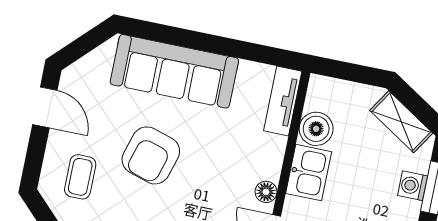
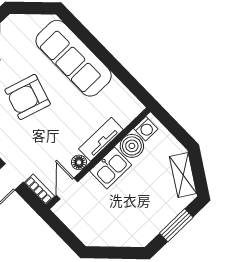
tv unit: (283, 101) -> (101, 139), moved
washing machine: (413, 186) -> (146, 129), moved, turned 180

